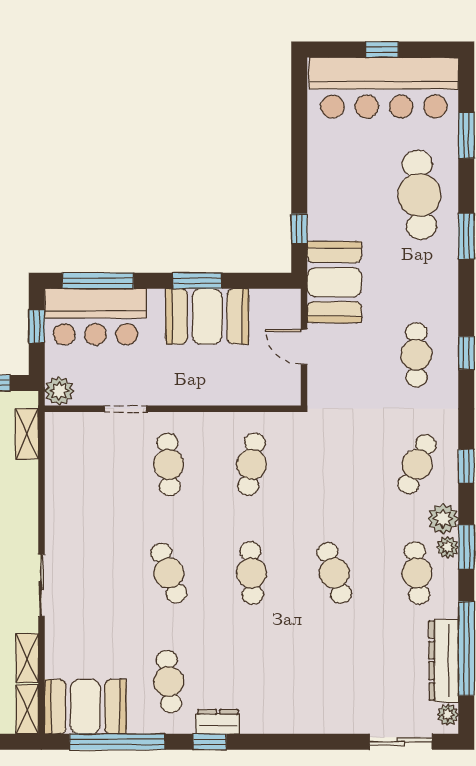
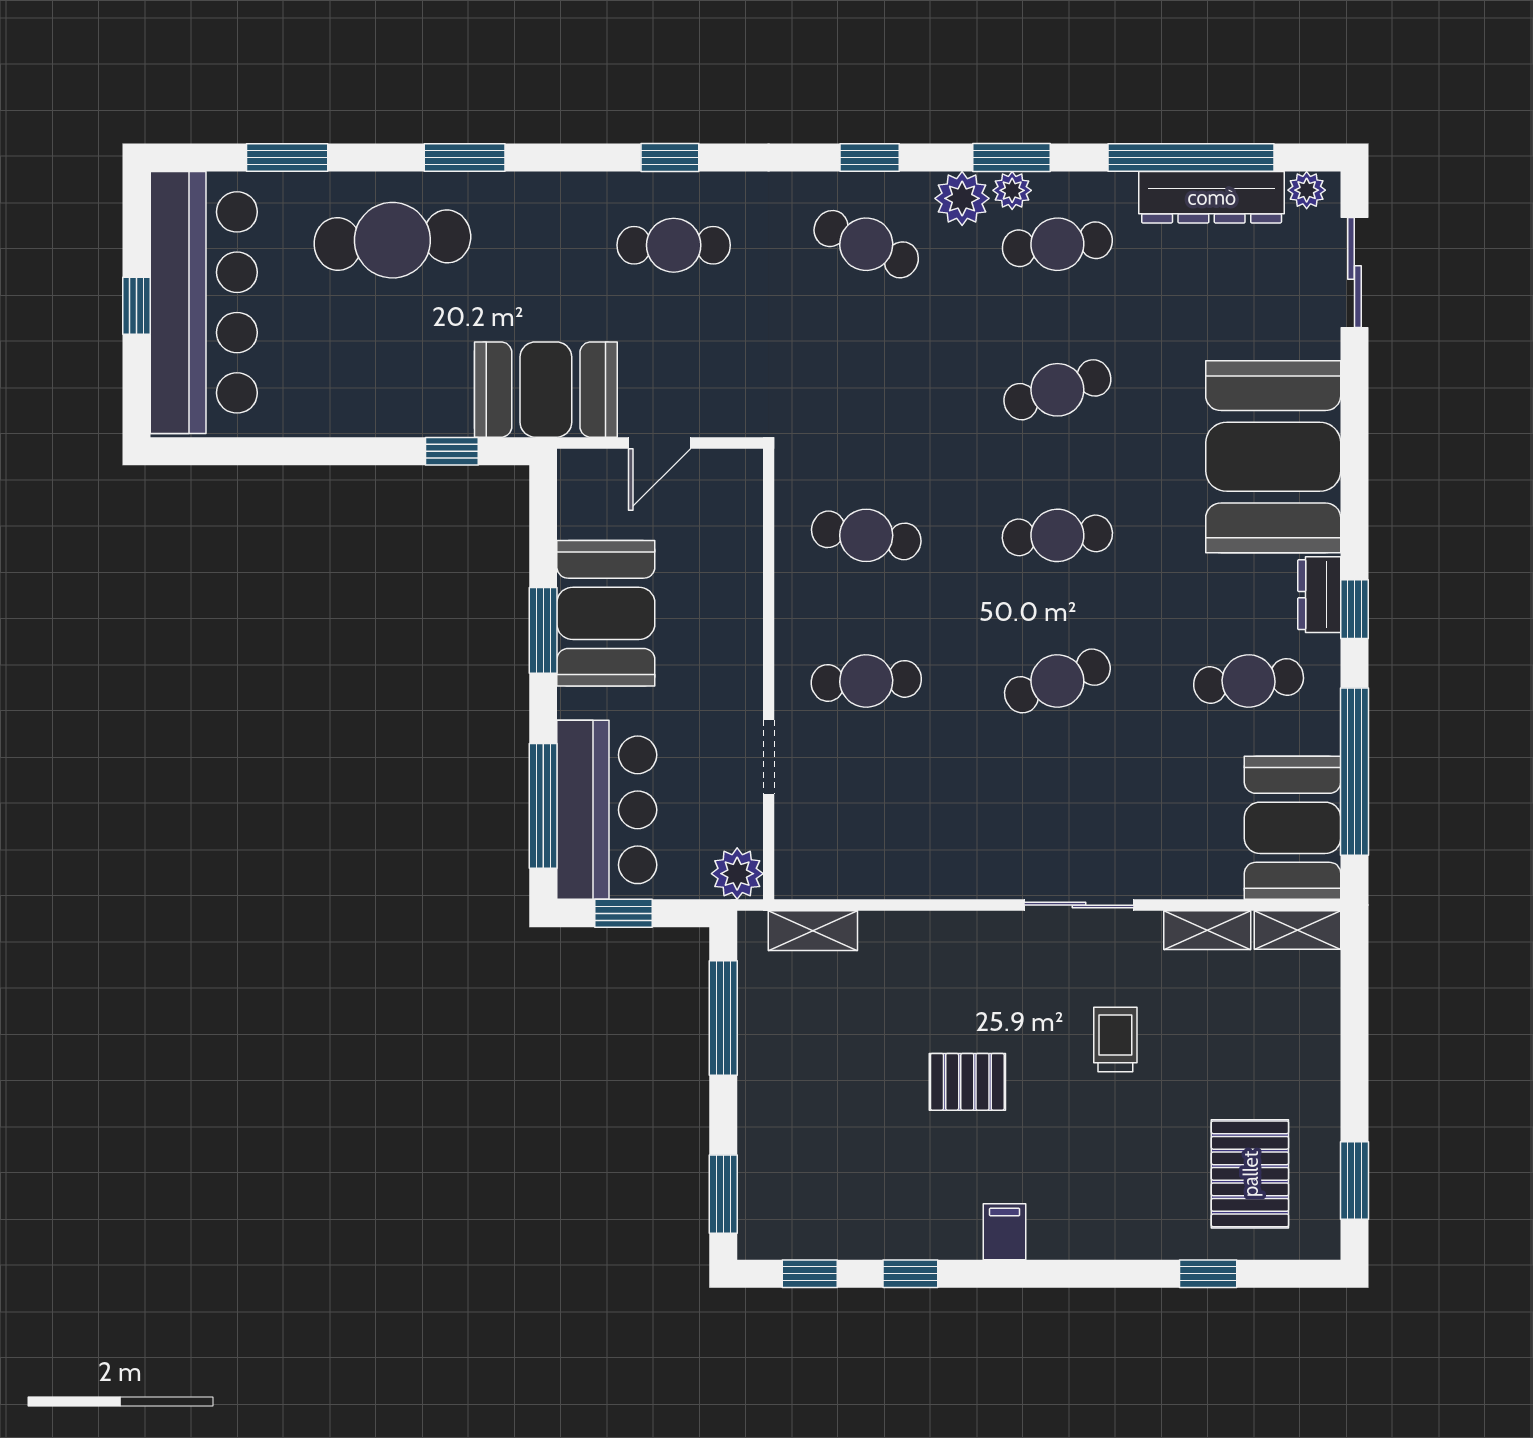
booth: (296, 696) -> (1273, 457), added

